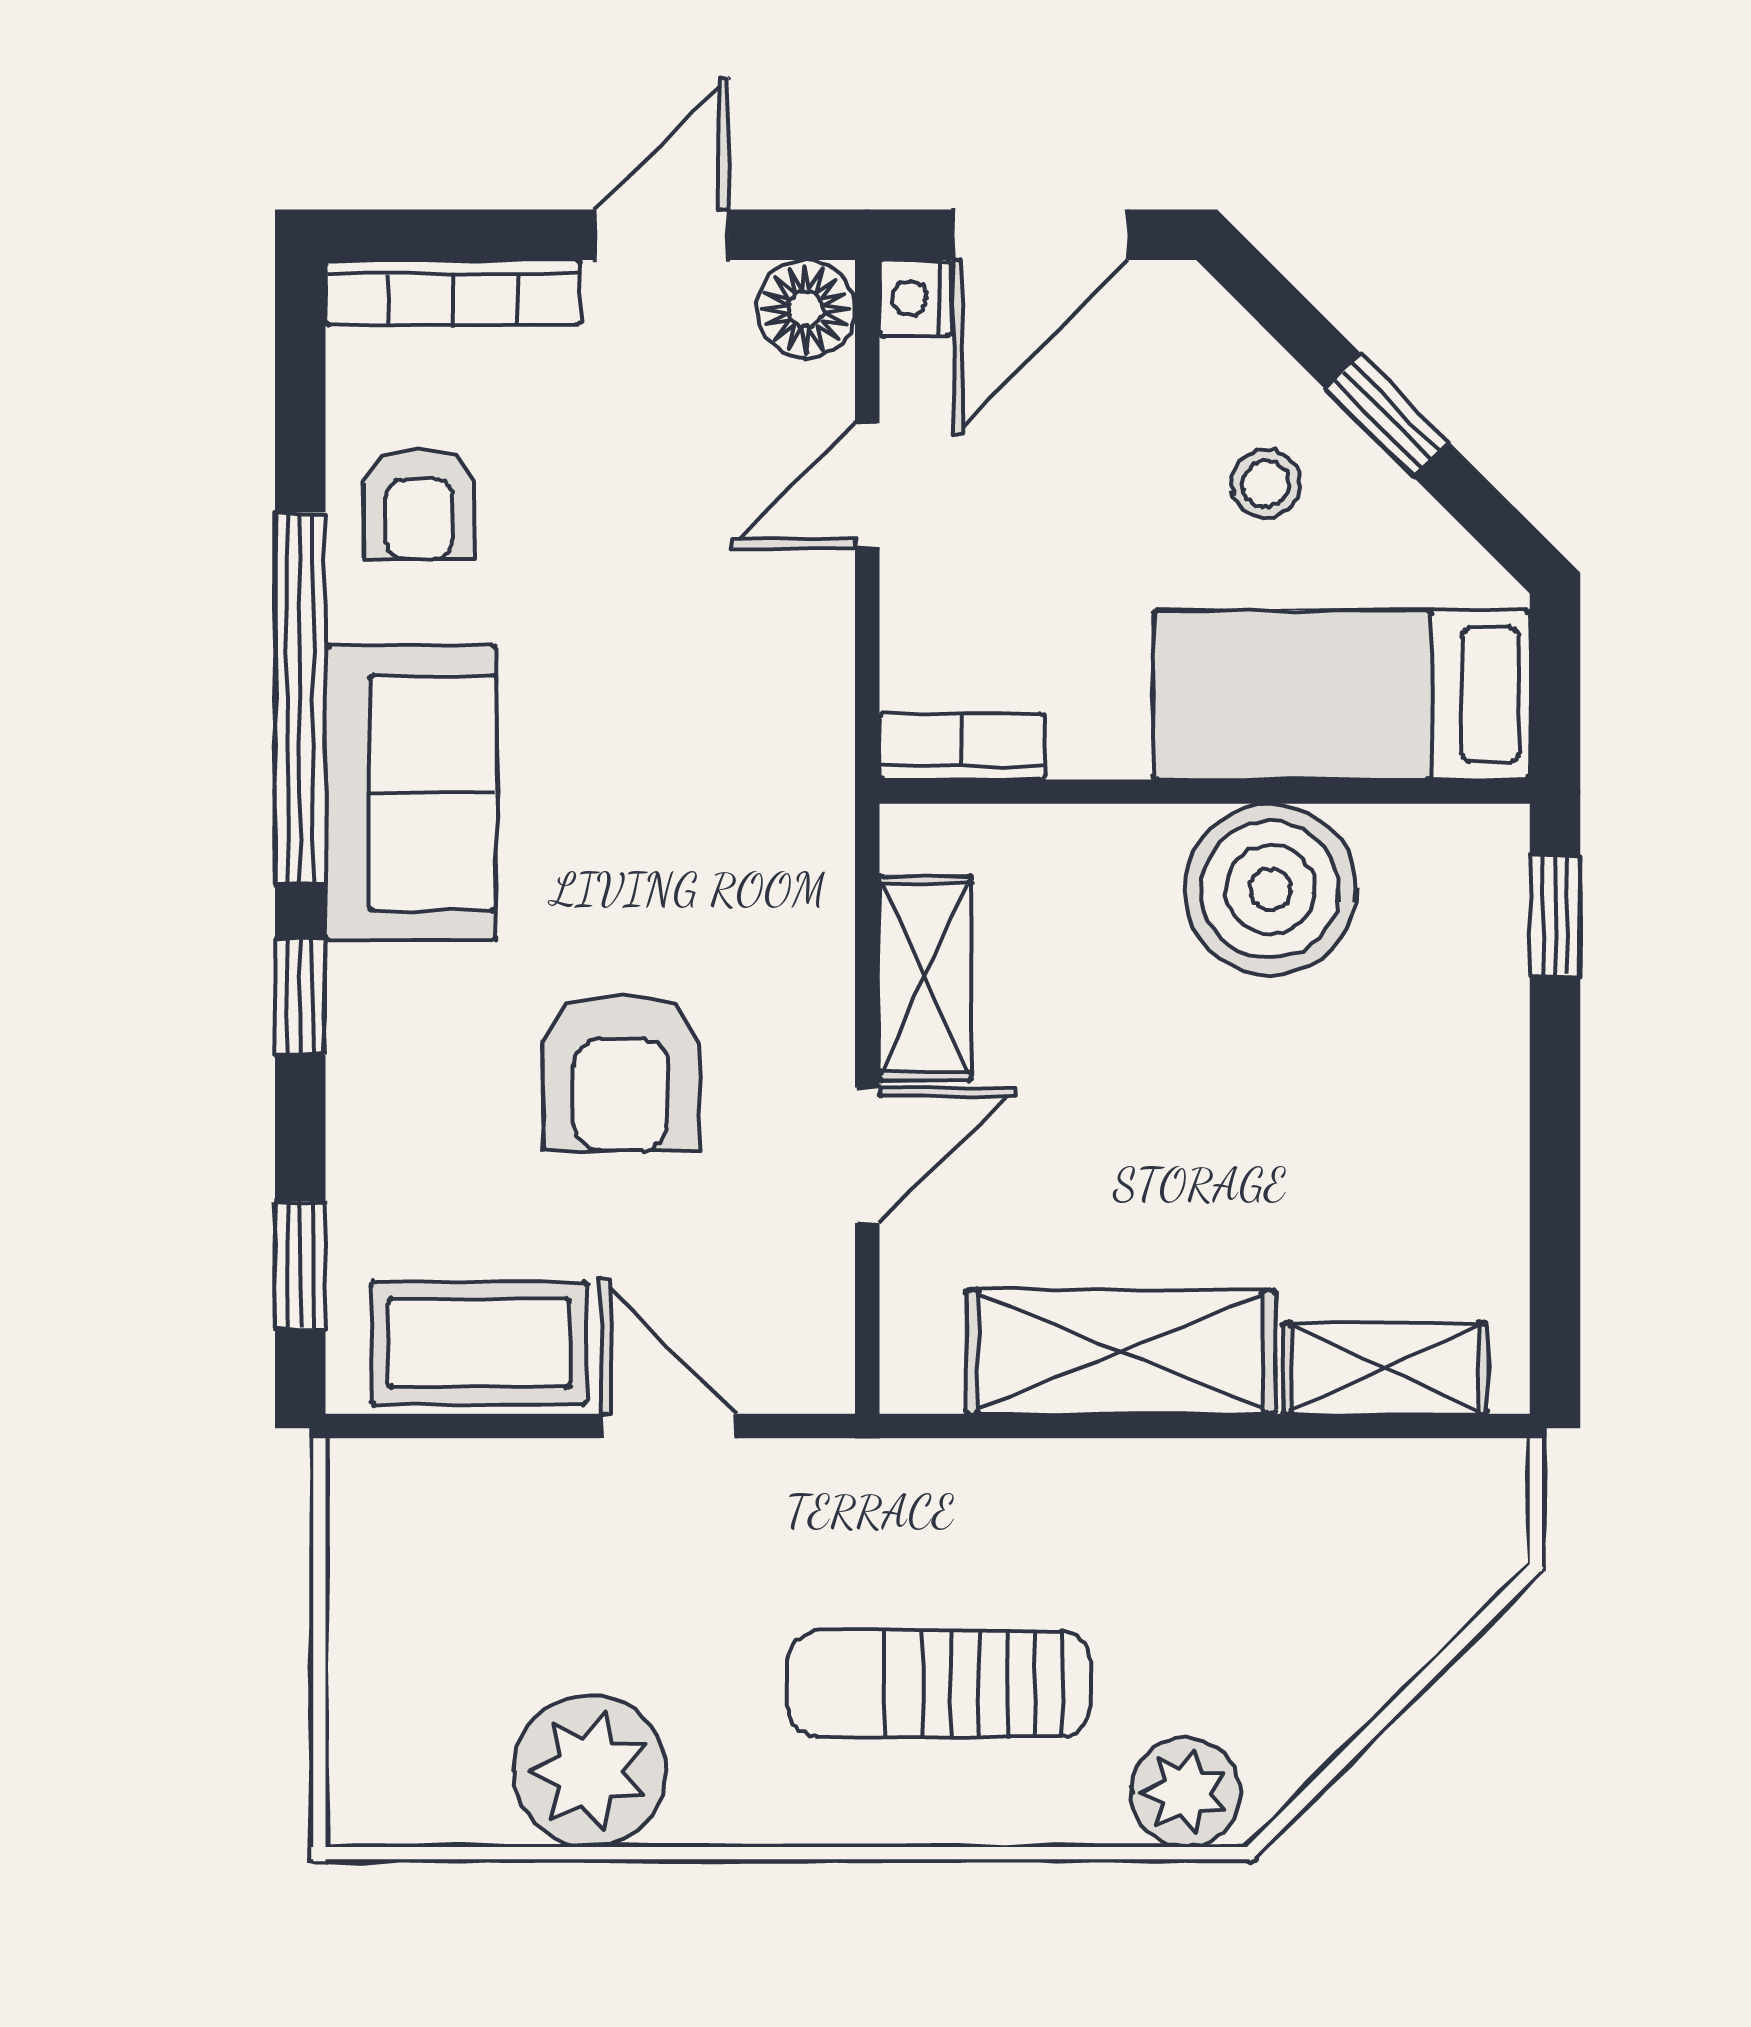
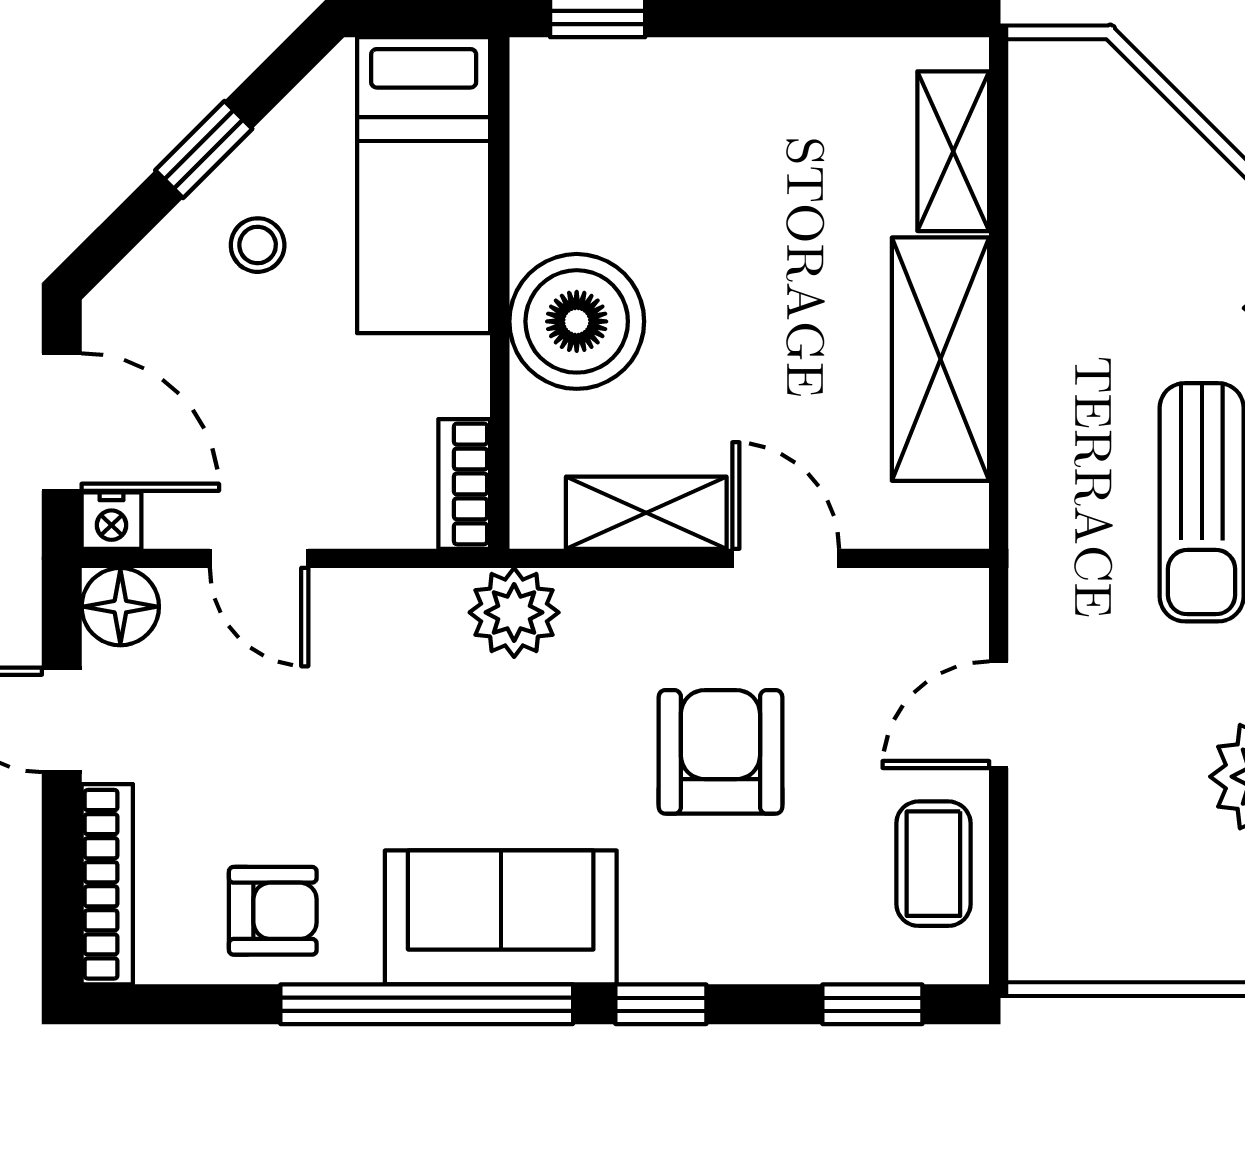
plant: (798, 810) -> (514, 612), added
boiler: (1270, 889) -> (577, 321), moved
armchair: (621, 1072) -> (720, 752), turned -90
coffee table: (479, 1343) -> (933, 864), width x0.73, depth x0.77

